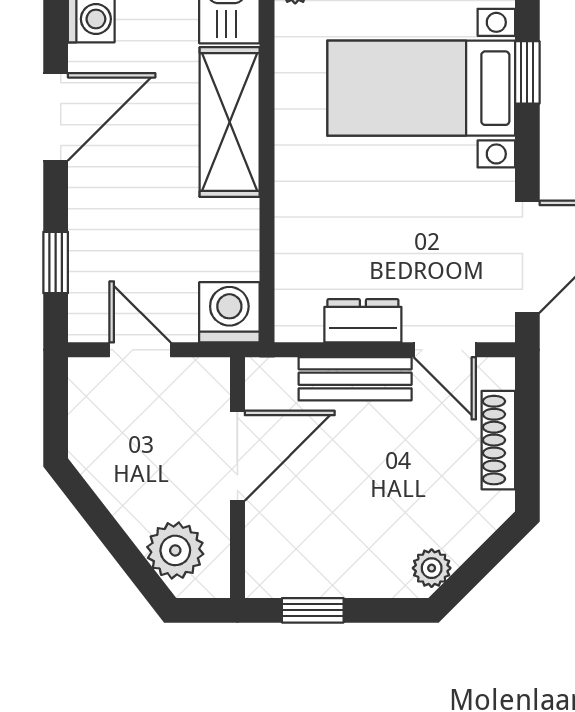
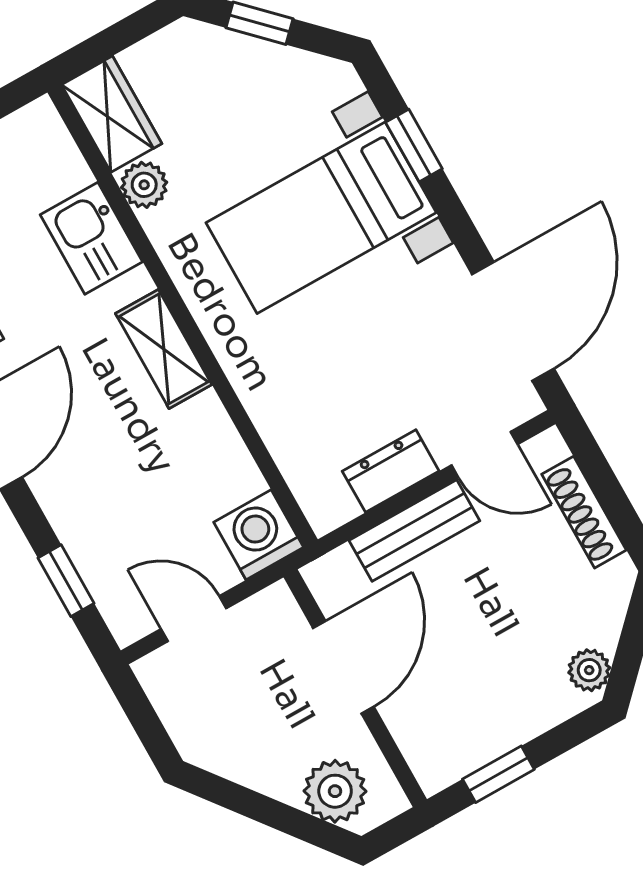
shelving: (230, 122) -> (164, 349), width x0.67, depth x0.75

